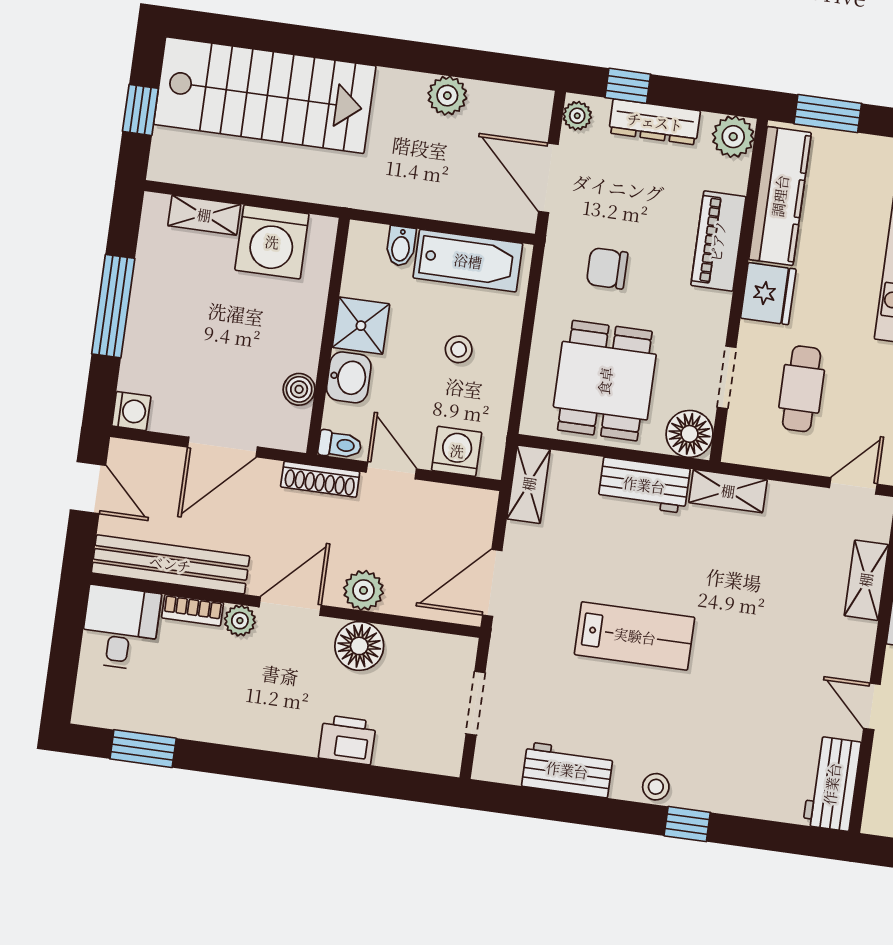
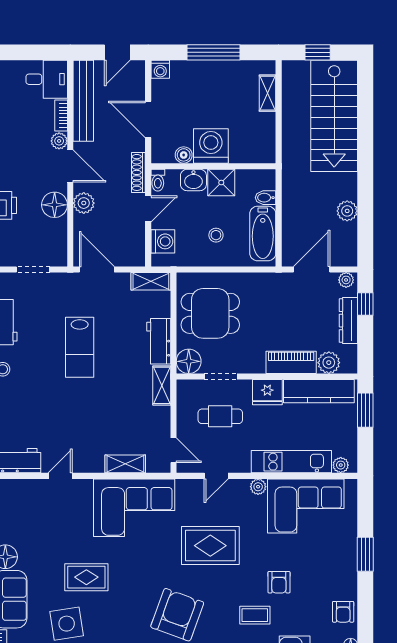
plant: (733, 137) -> (329, 363), moved
washing machine: (272, 242) -> (211, 146), moved, turned 90
chair: (607, 268) -> (269, 307), removed

